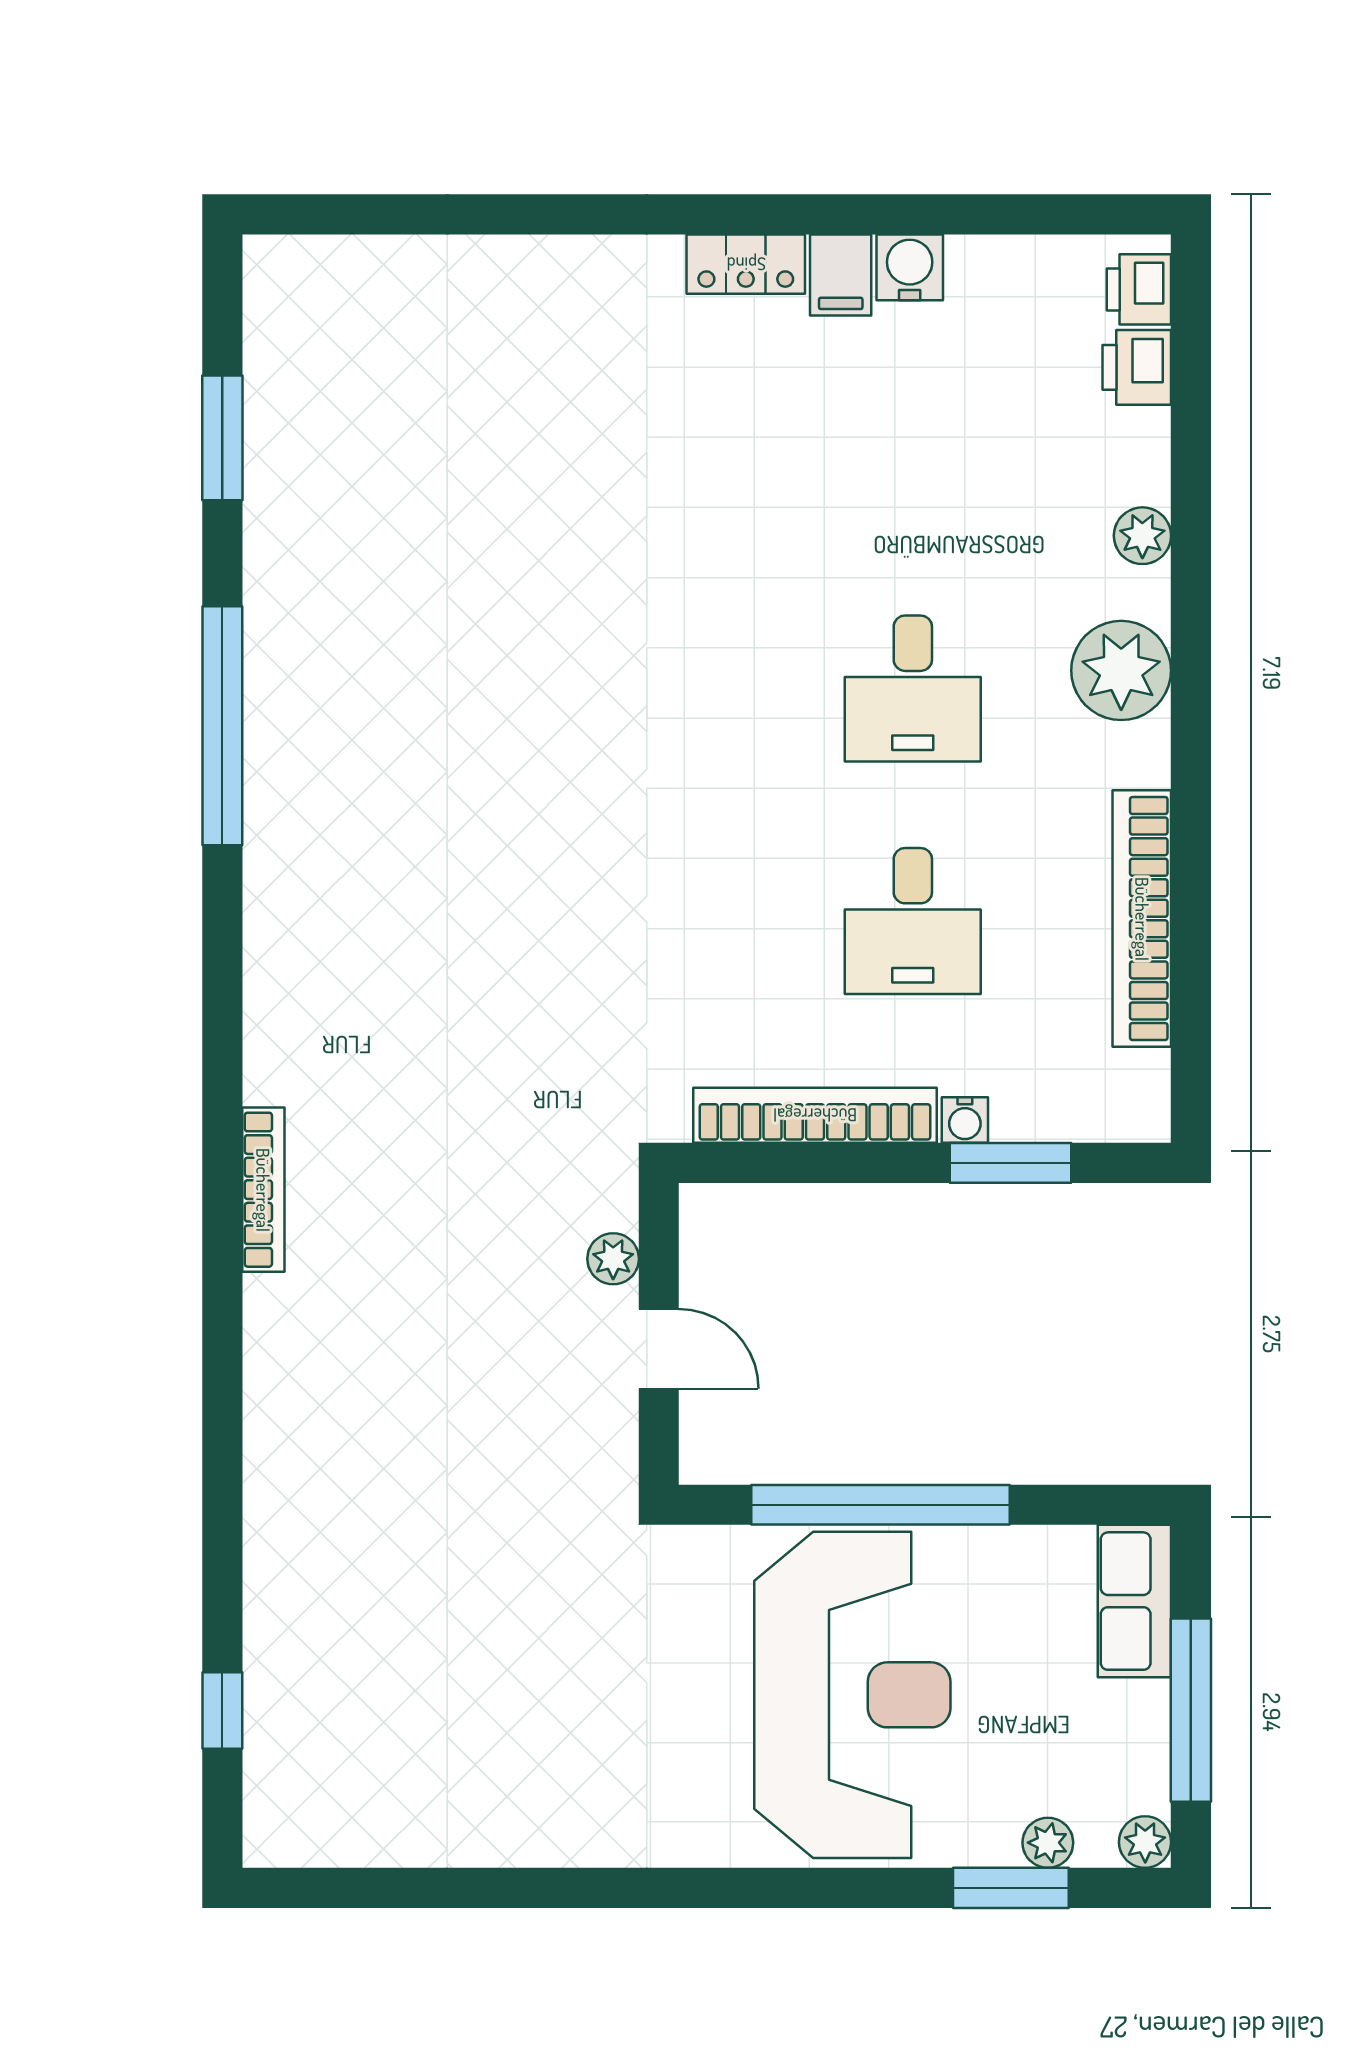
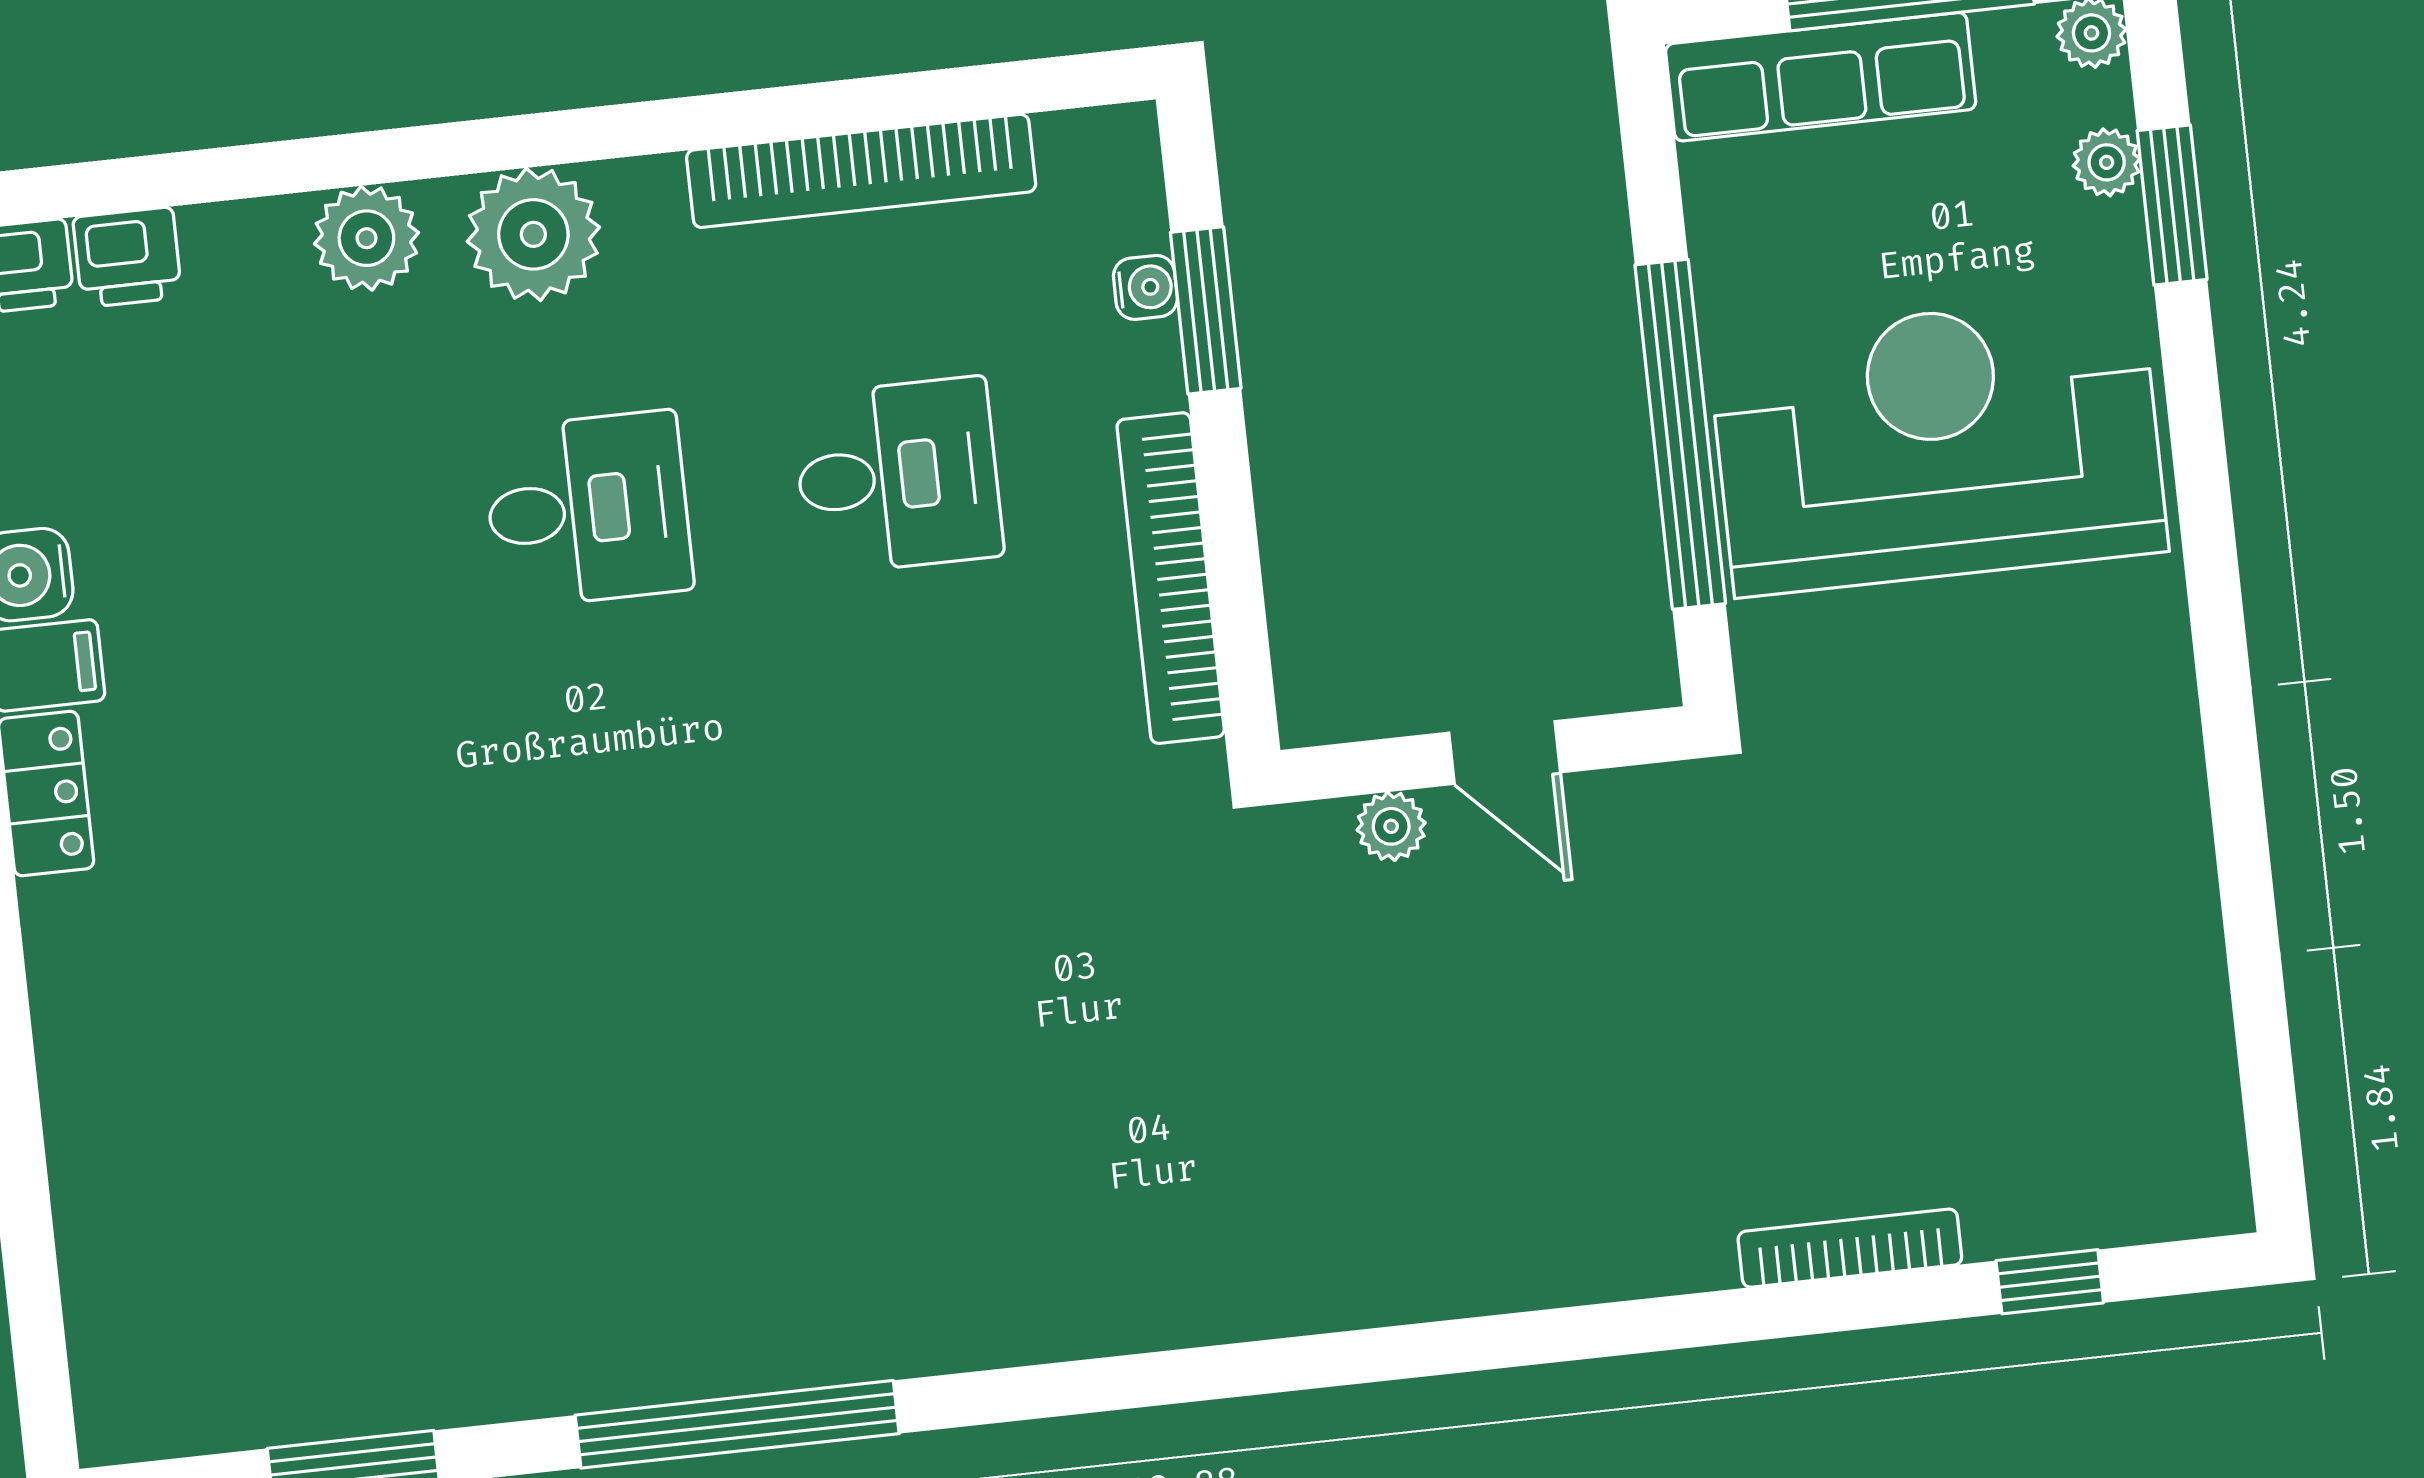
plant: (1142, 536) -> (366, 238), width x1.38, depth x1.38
water cooler: (965, 1120) -> (1145, 287), moved
bookcase: (263, 1190) -> (1850, 1248), moved
door: (659, 1349) -> (1505, 752), swing flipped
row of seats: (1134, 1601) -> (1821, 77), width x1.48

